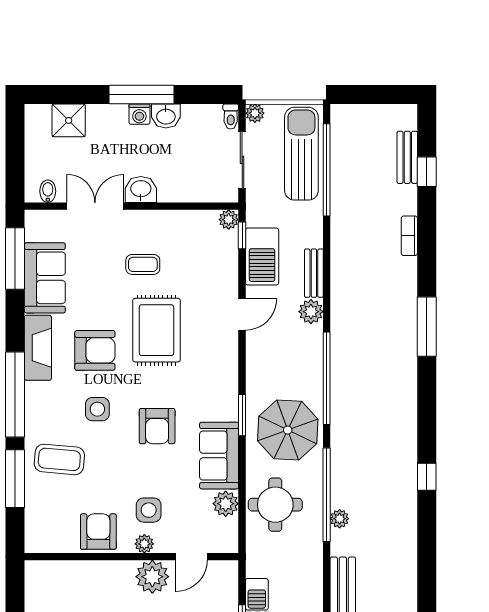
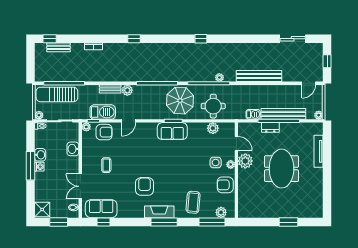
shower: (69, 120) -> (42, 209), moved
window: (15, 157) -> (59, 222), added
window: (427, 172) -> (50, 39), moved
washbasin: (141, 189) -> (73, 149), moved
window: (15, 258) -> (104, 222), width x0.46
sofa: (45, 278) -> (101, 209), moved
door: (242, 314) -> (129, 121), swing flipped
window: (427, 327) -> (134, 39), width x0.46
rug: (156, 330) -> (136, 159), removed
fireplace: (38, 348) -> (159, 212), moved
window: (15, 395) -> (164, 222), width x0.68
side table: (97, 409) -> (171, 185), removed
armchair: (157, 426) -> (104, 132), moved
sofa: (219, 456) -> (172, 131), moved
window: (15, 479) -> (212, 222), moved
plant: (37, 522) -> (221, 212), added

